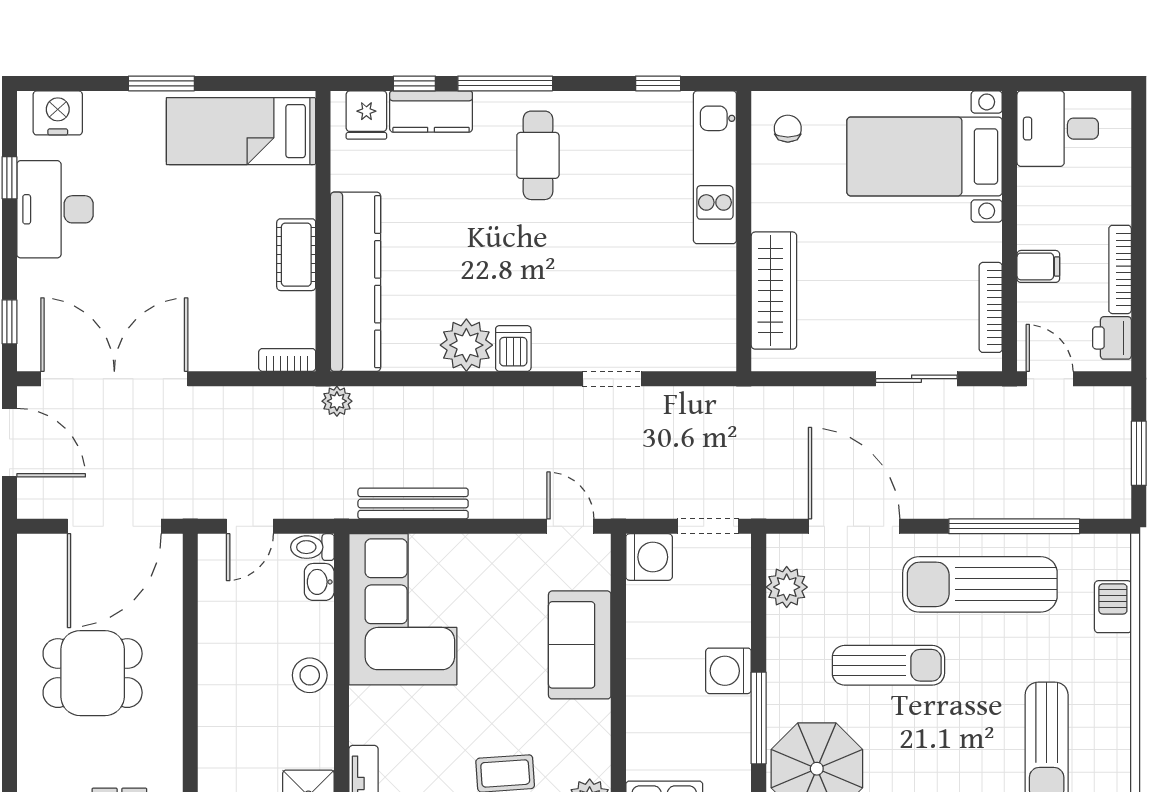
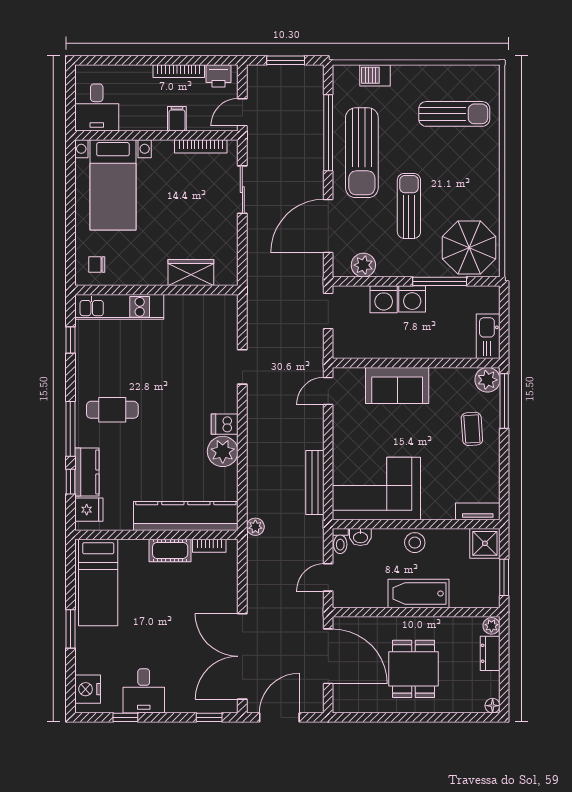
desk: (55, 209) -> (144, 691), width x0.73
wardrobe: (774, 291) -> (191, 273), width x0.67
bookcase: (287, 360) -> (209, 546), moved, turned -90
door: (250, 526) -> (328, 577), swing flipped
washing machine: (649, 557) -> (384, 299), moved, turned 180
bathtub: (222, 682) -> (419, 593), added

